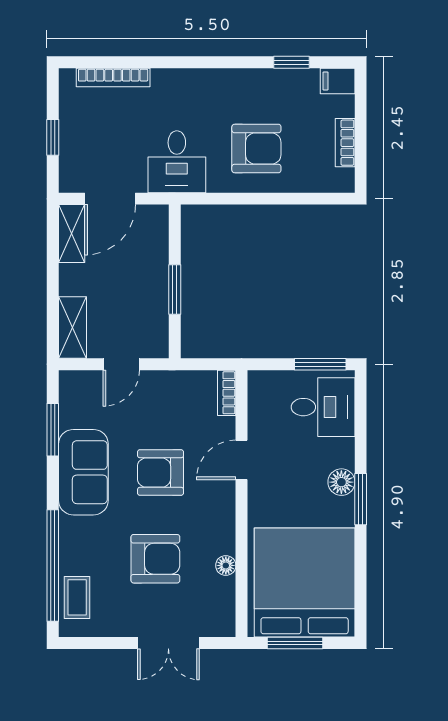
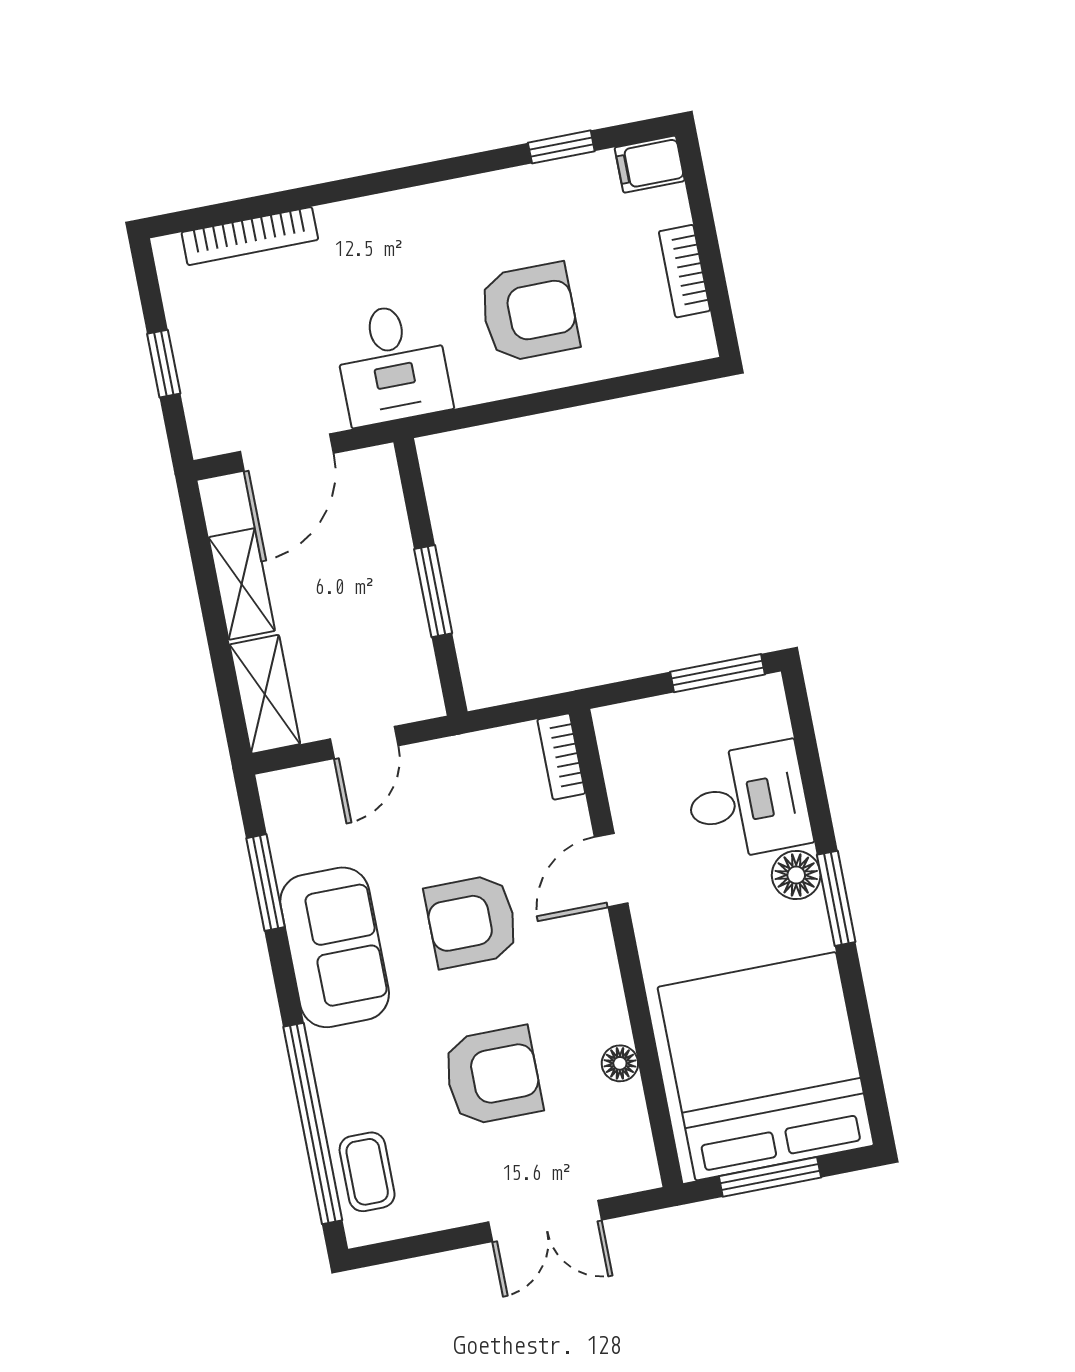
shelving: (72, 234) -> (242, 584), moved
desk: (323, 407) -> (748, 801), moved

